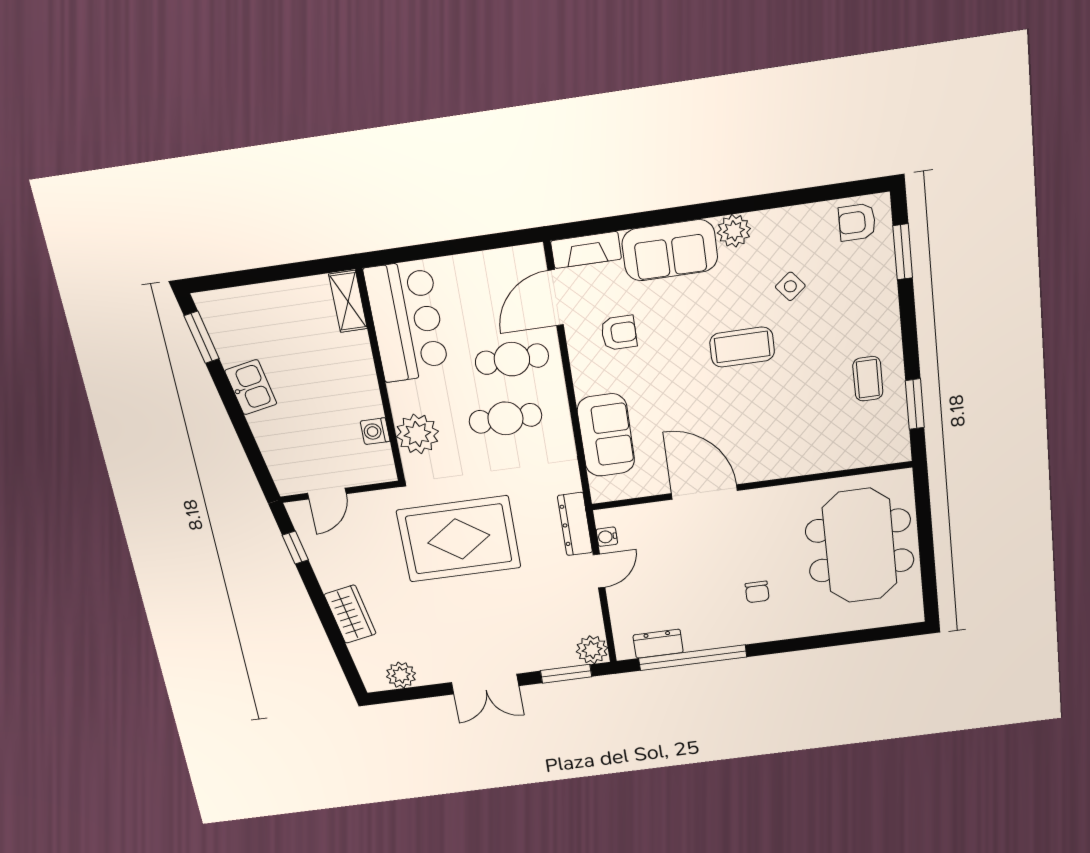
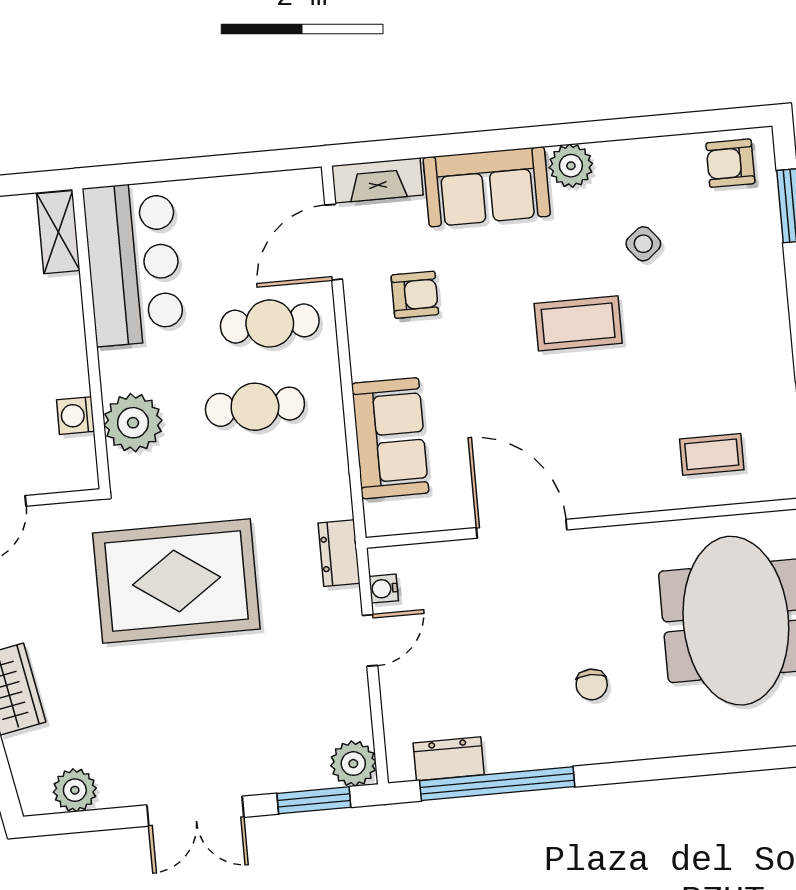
coffee table: (868, 379) -> (712, 454), moved, turned 90
dresser: (575, 524) -> (339, 553), width x0.70

